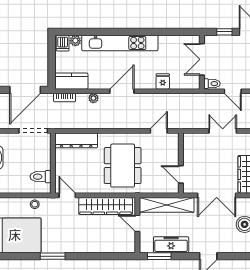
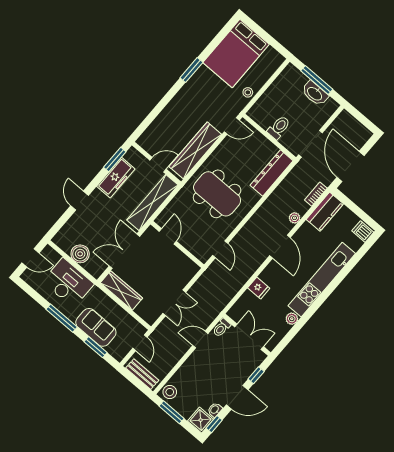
plant: (75, 41) -> (292, 319), moved
door: (181, 174) -> (168, 236), hinge flipped
toilet: (41, 177) -> (279, 127), moved

